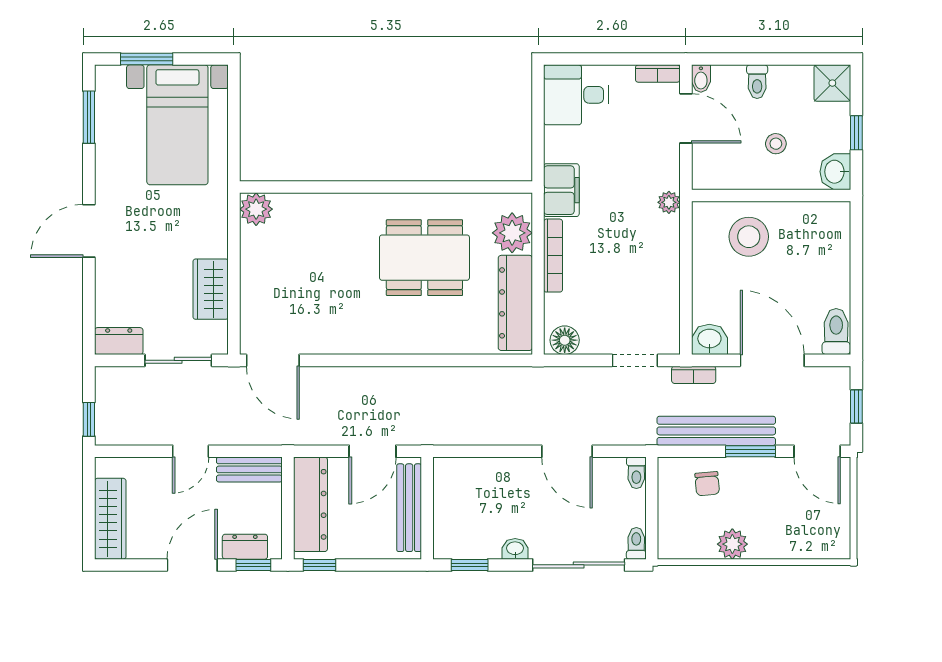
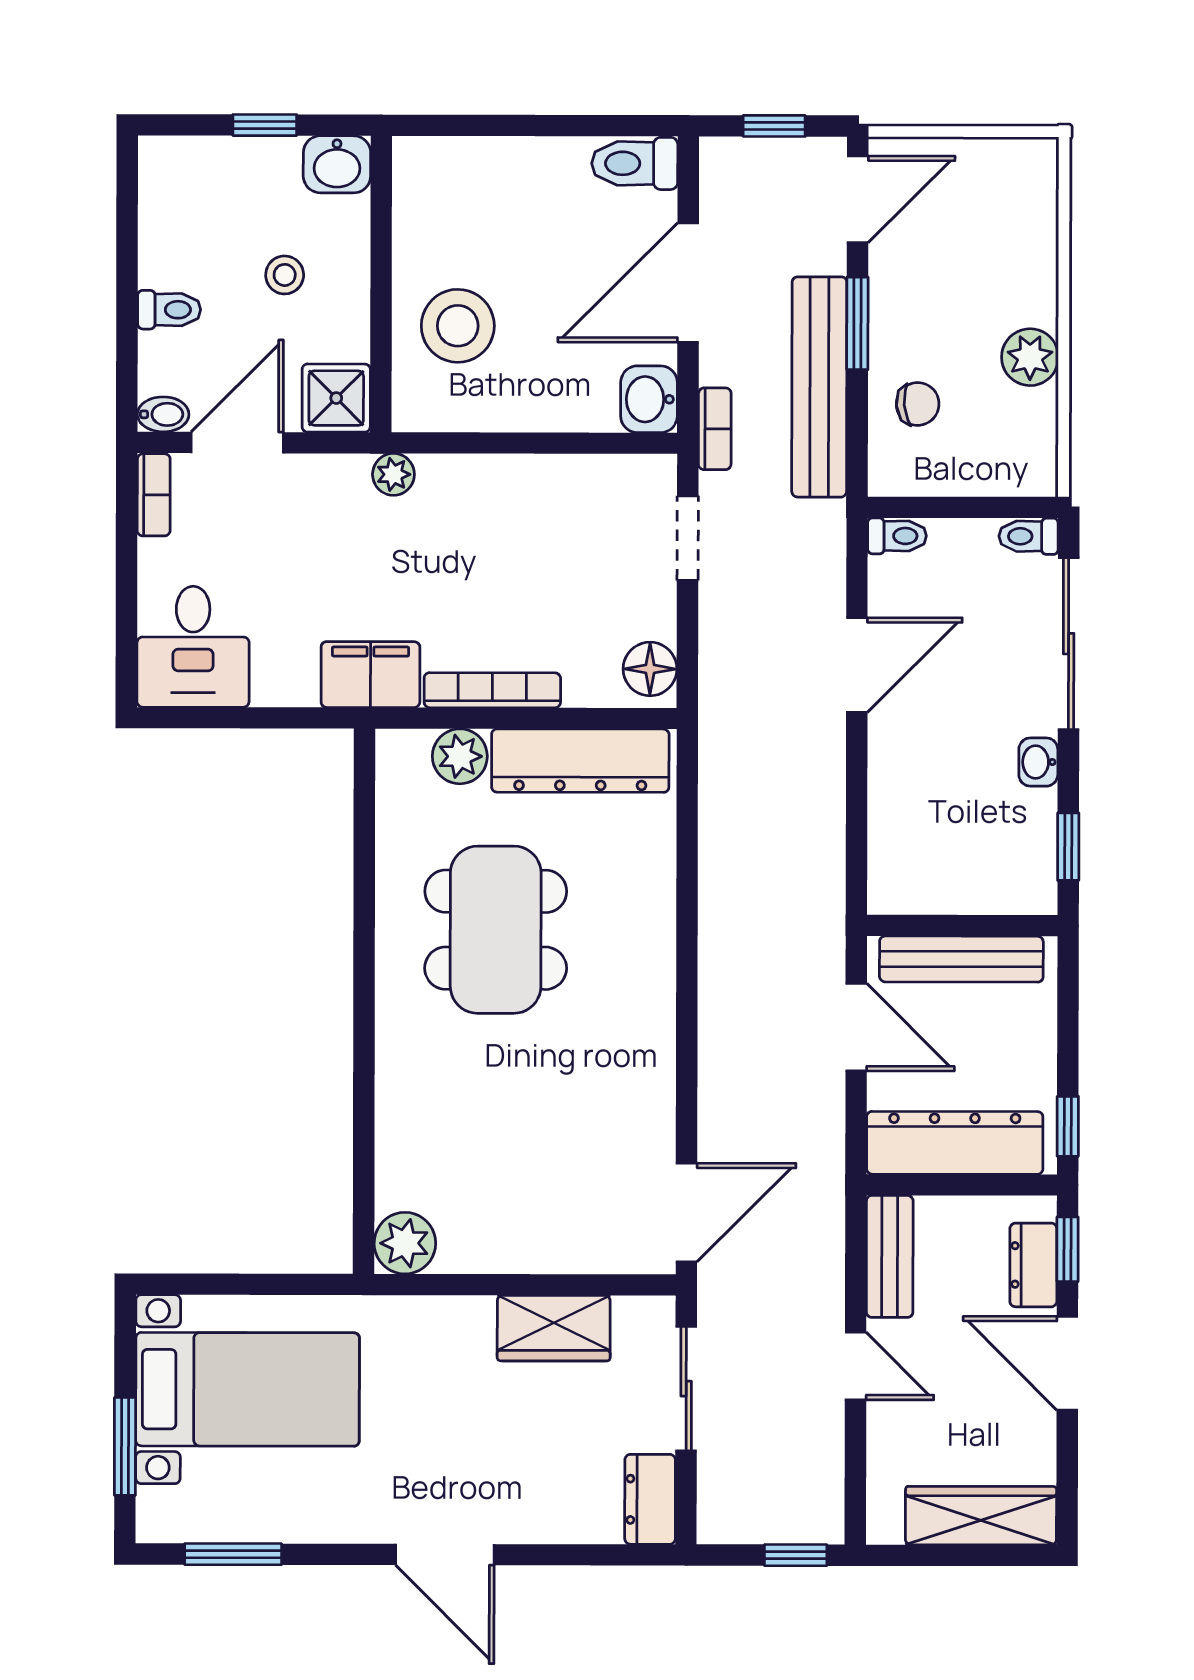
shower: (832, 83) -> (336, 398), moved
plant: (512, 233) -> (460, 756), width x0.73, depth x0.73

